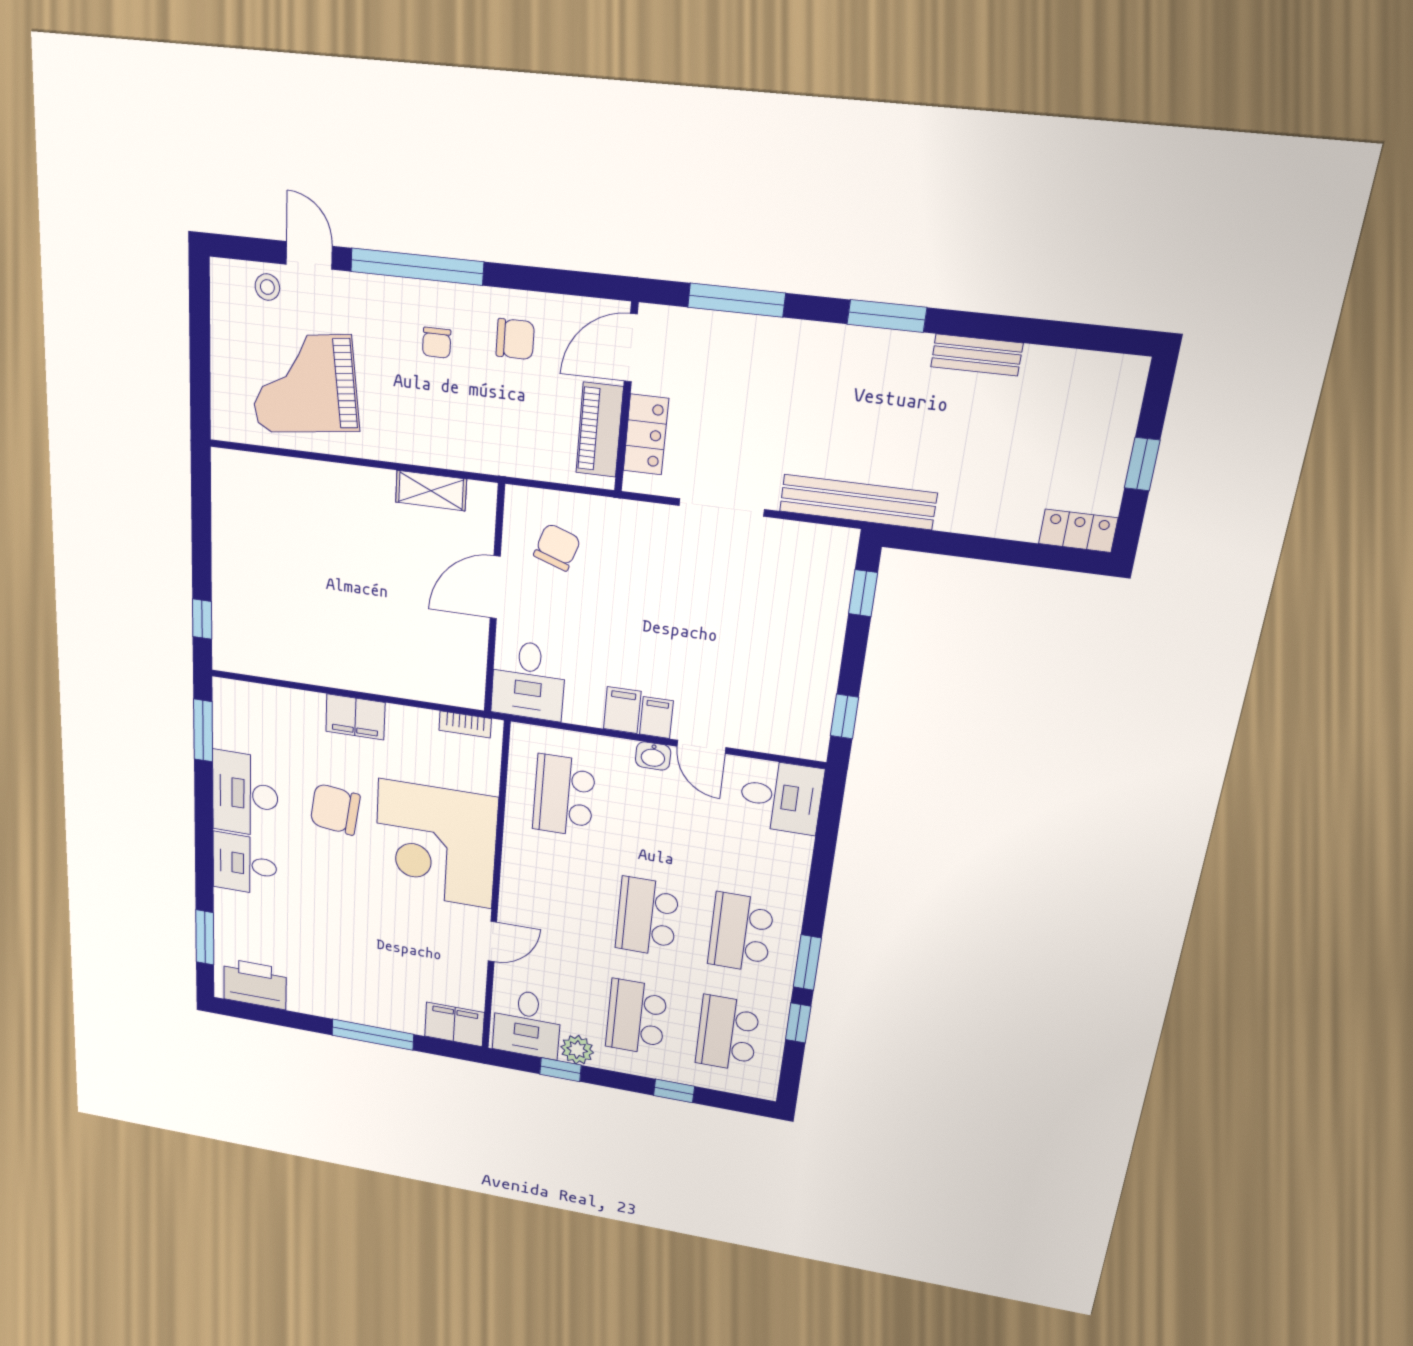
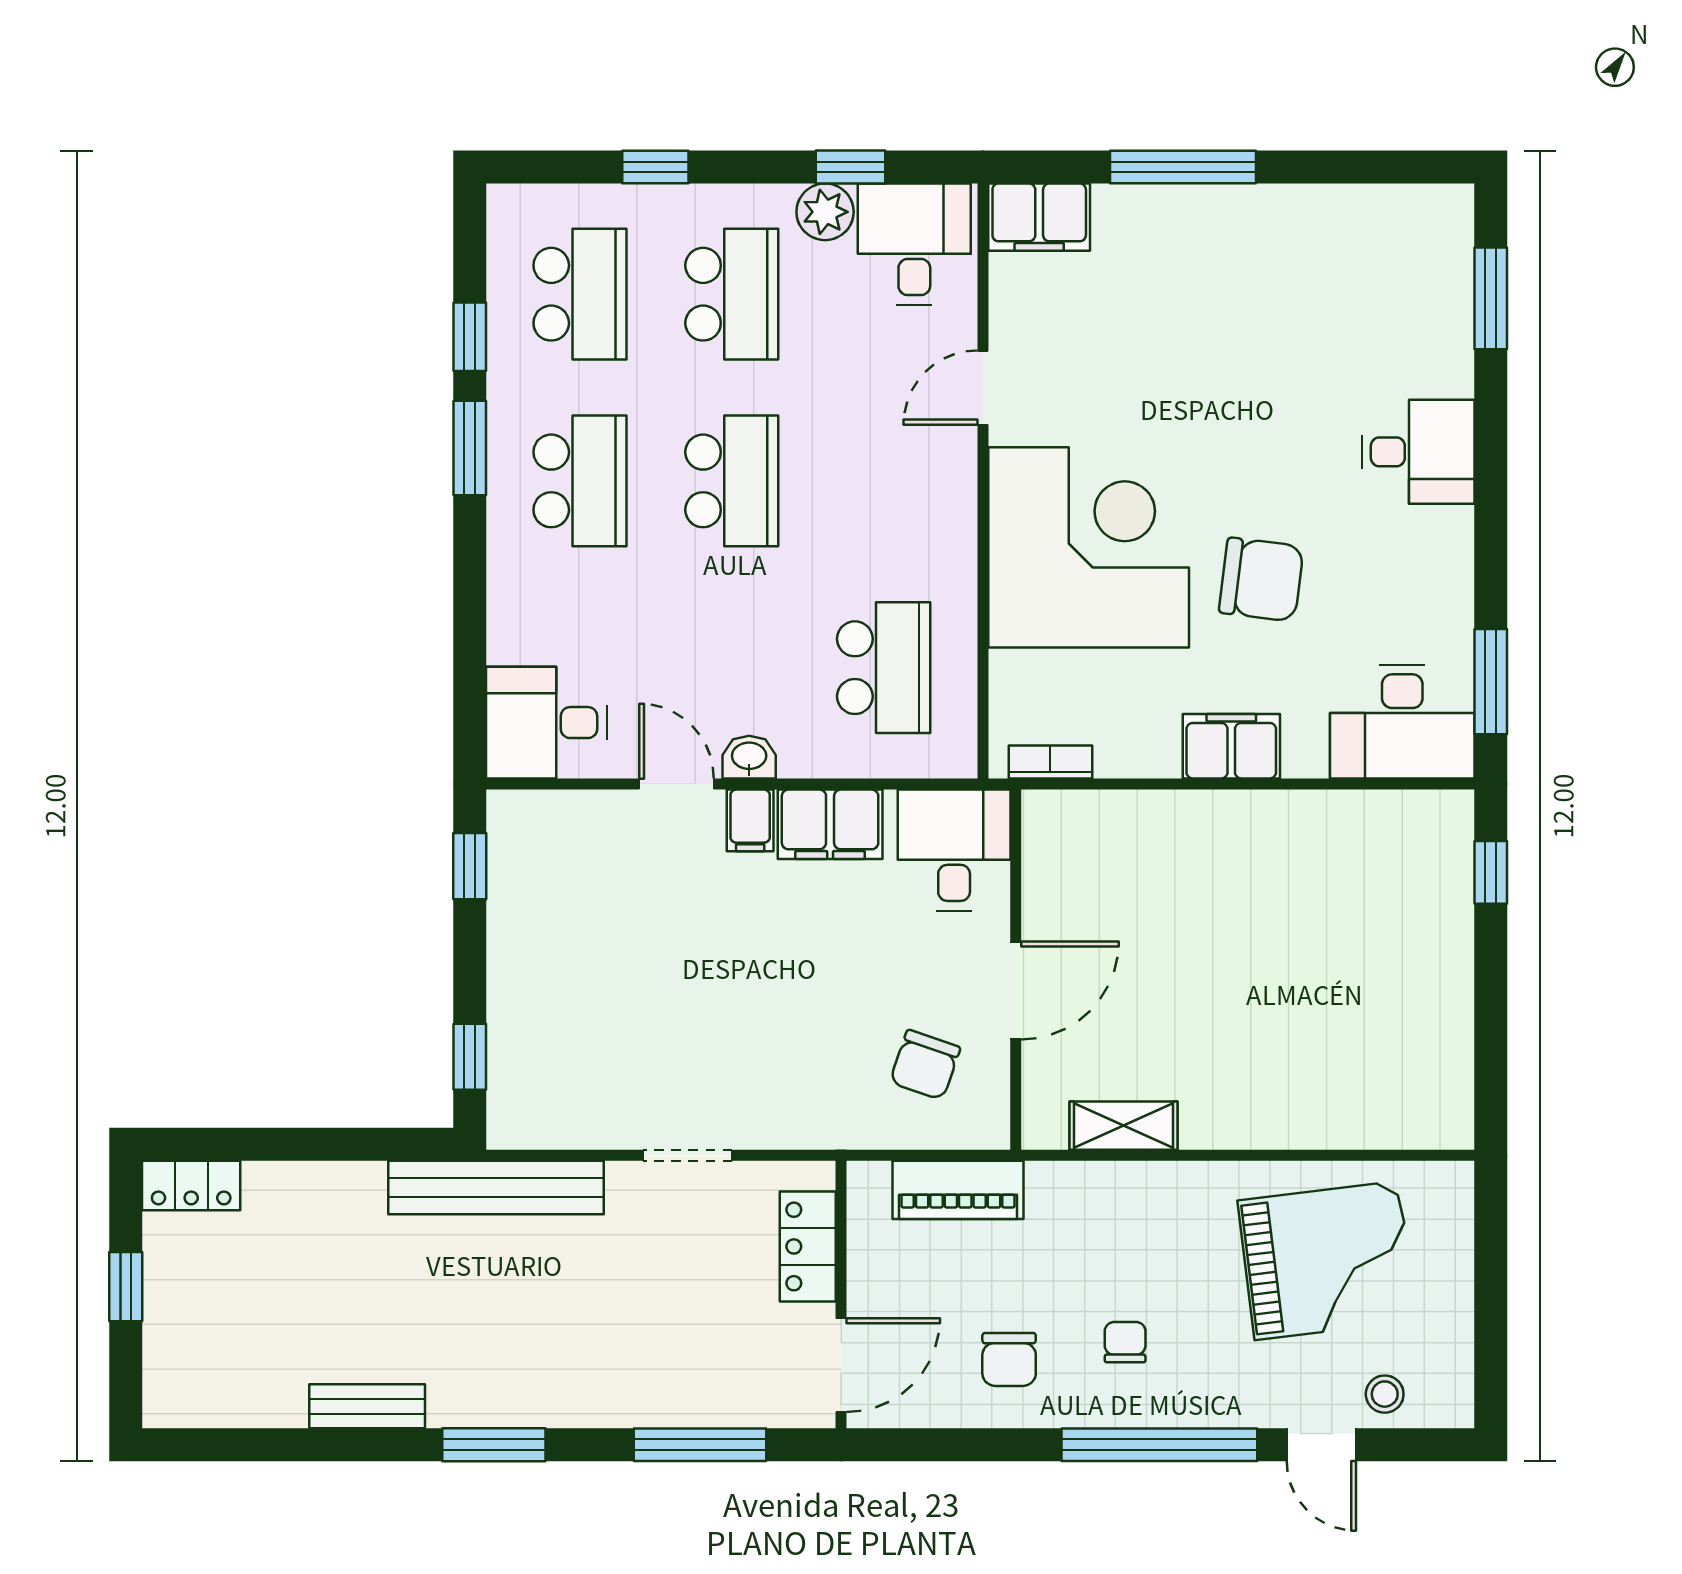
chair: (515, 339) -> (1009, 1359), turned -90
piano: (600, 430) -> (958, 1190), moved, turned 90
doorway: (722, 507) -> (688, 1155), width x0.73
filing cabinet: (622, 710) -> (830, 824), width x2.00
desk: (245, 794) -> (1402, 722), moved, turned 90
printer: (255, 984) -> (1399, 224), removed

